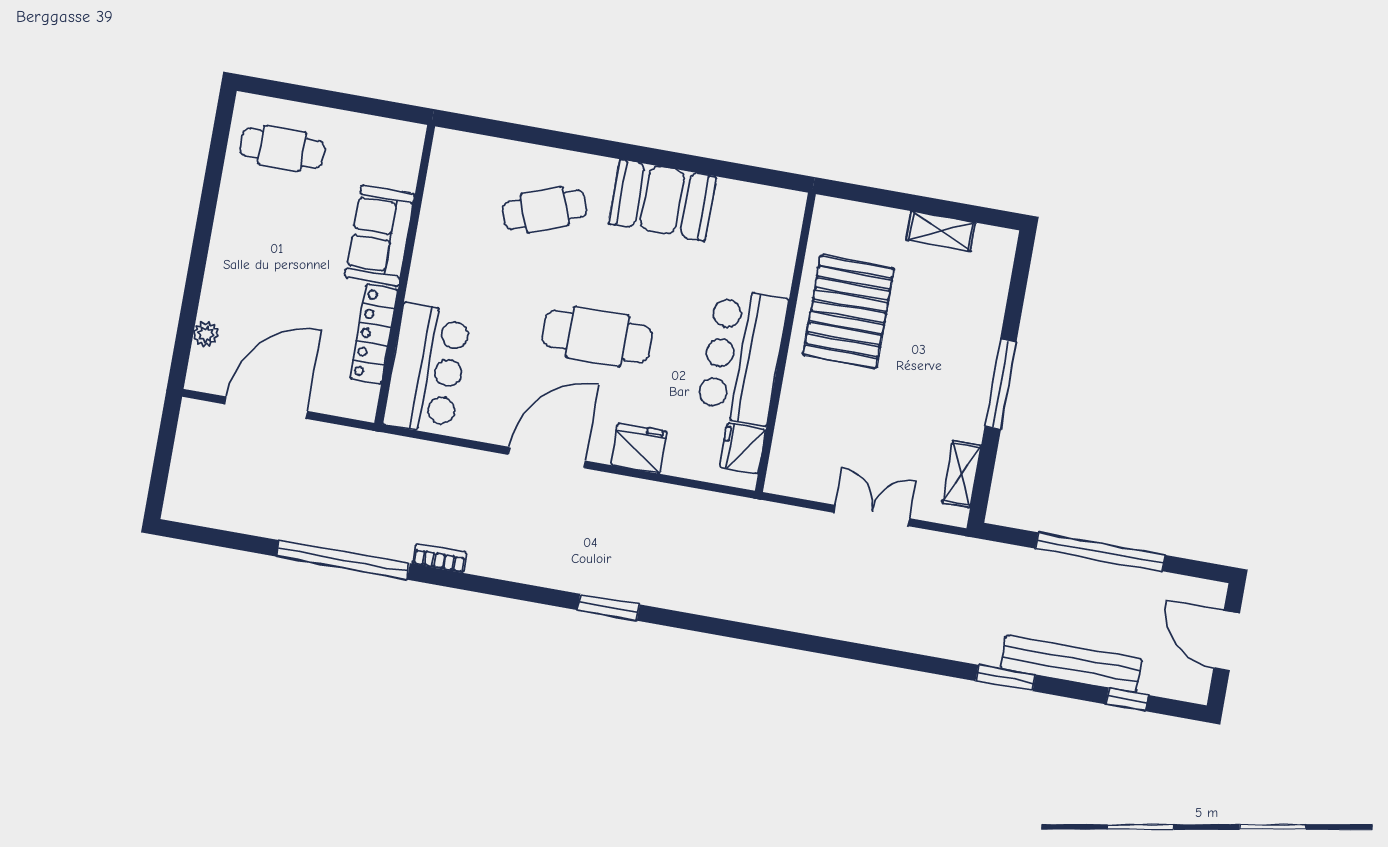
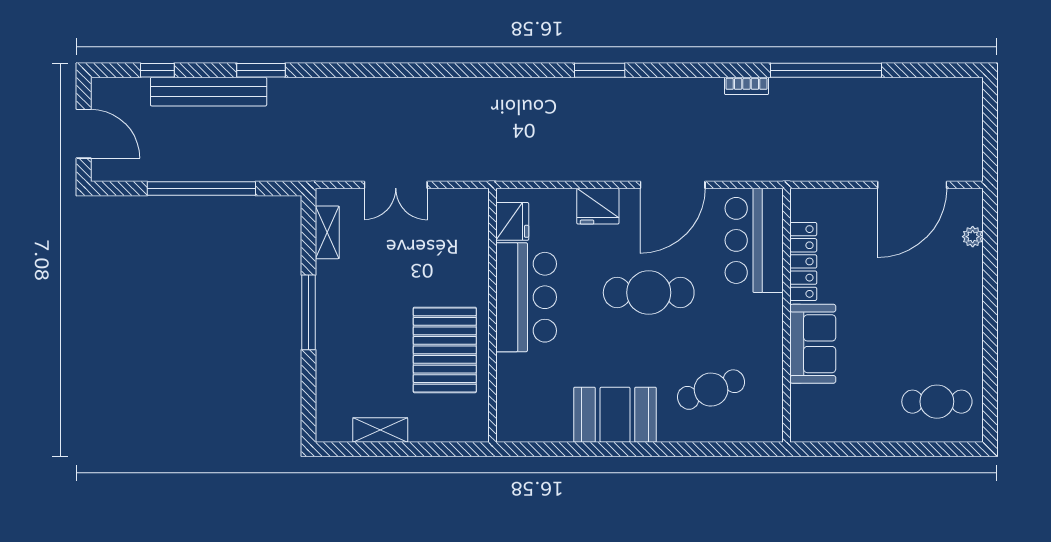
sofa: (380, 236) -> (813, 344), moved
wall: (405, 275) -> (787, 315), moved
locker: (374, 334) -> (803, 261), moved
bar counter: (427, 369) -> (754, 240), moved

